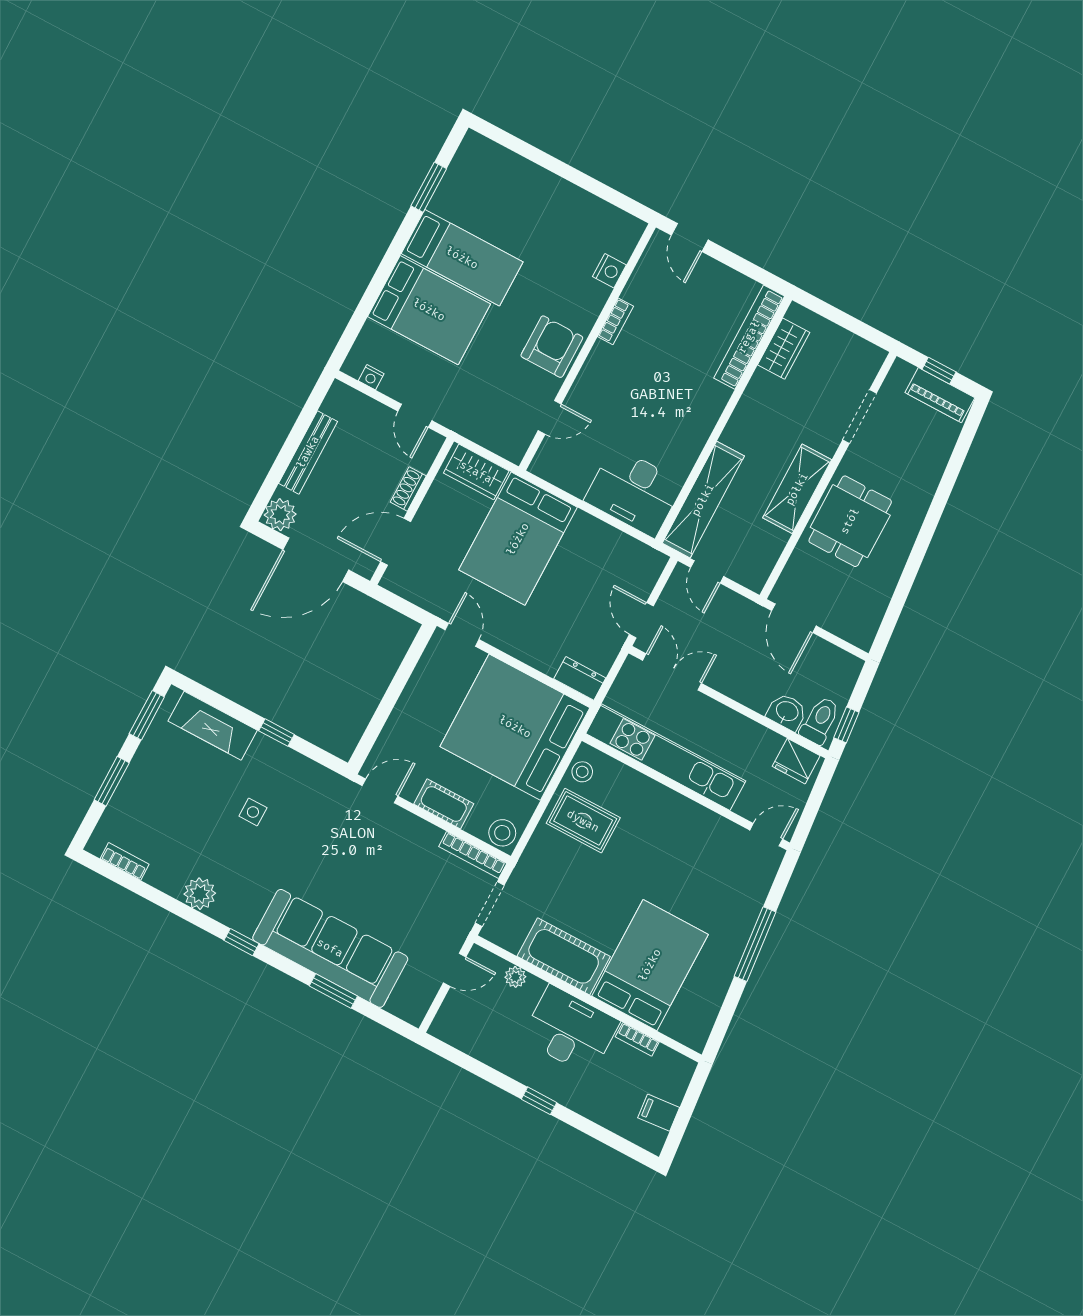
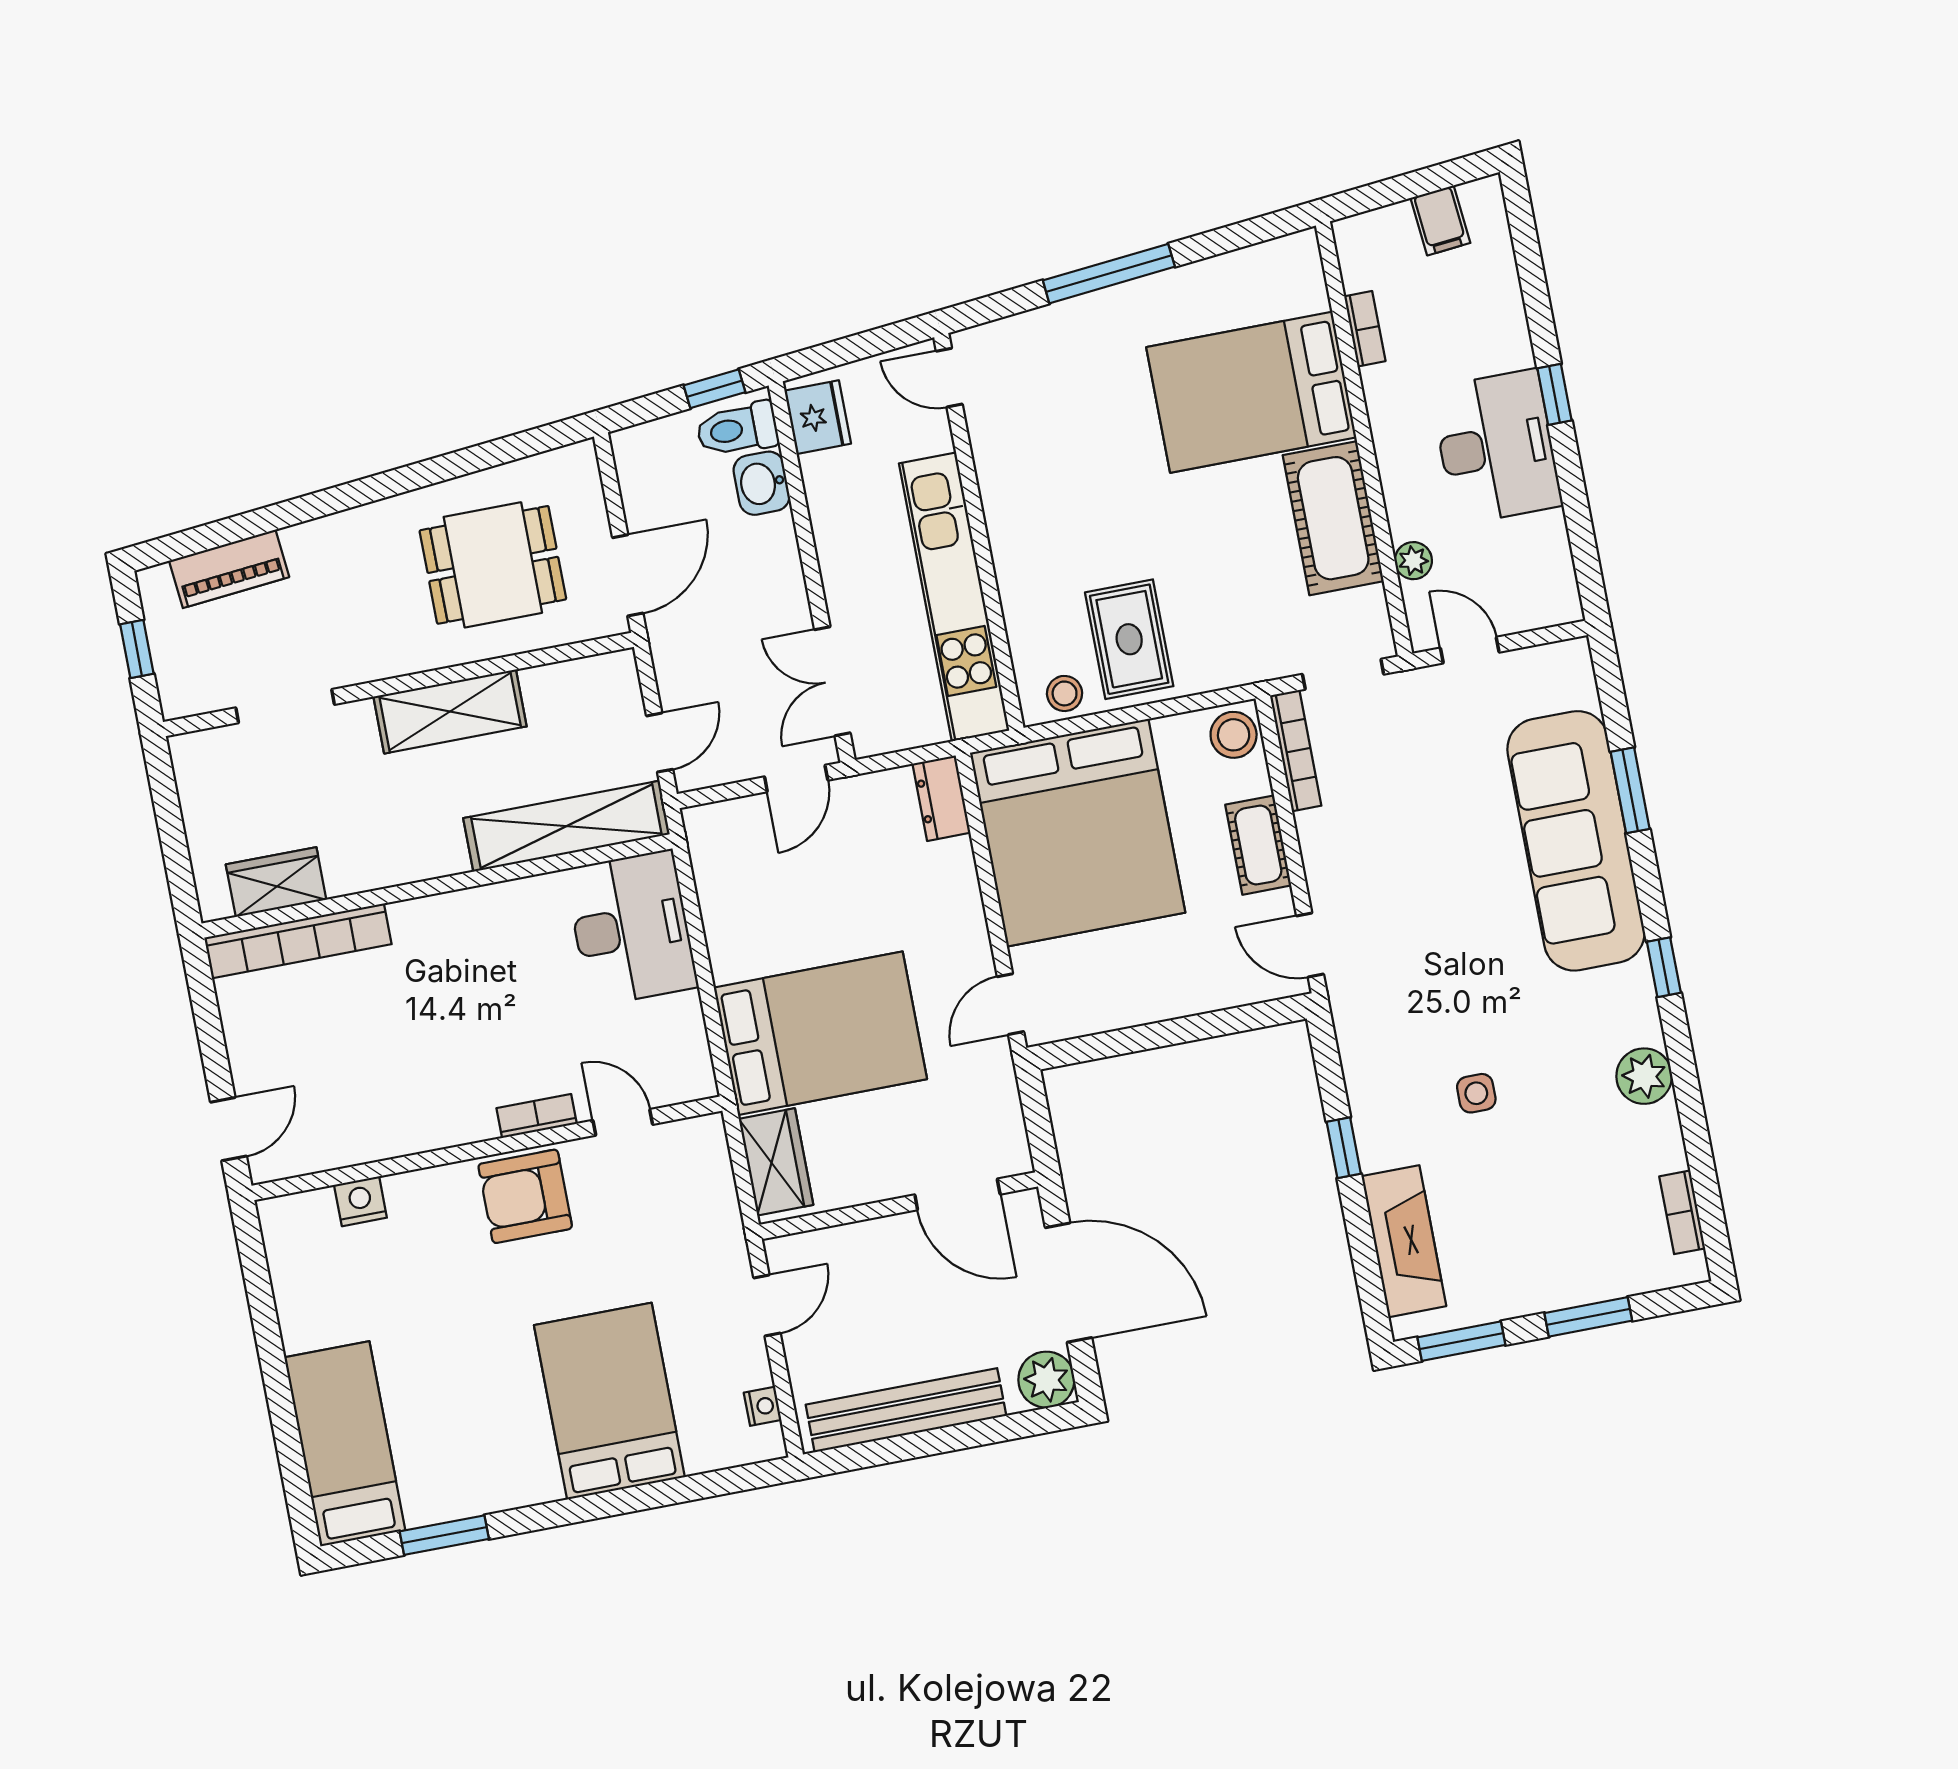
bed: (462, 258) -> (345, 1444), moved
bookcase: (616, 321) -> (537, 1116), moved
piano: (940, 395) -> (229, 569), moved, turned 85
bench: (308, 452) -> (906, 1410), width x1.37, depth x1.21
shoe rack: (408, 489) -> (873, 1235), removed
dining table: (850, 521) -> (493, 565), moved
desk: (570, 1030) -> (1496, 447), moved, turned 180

